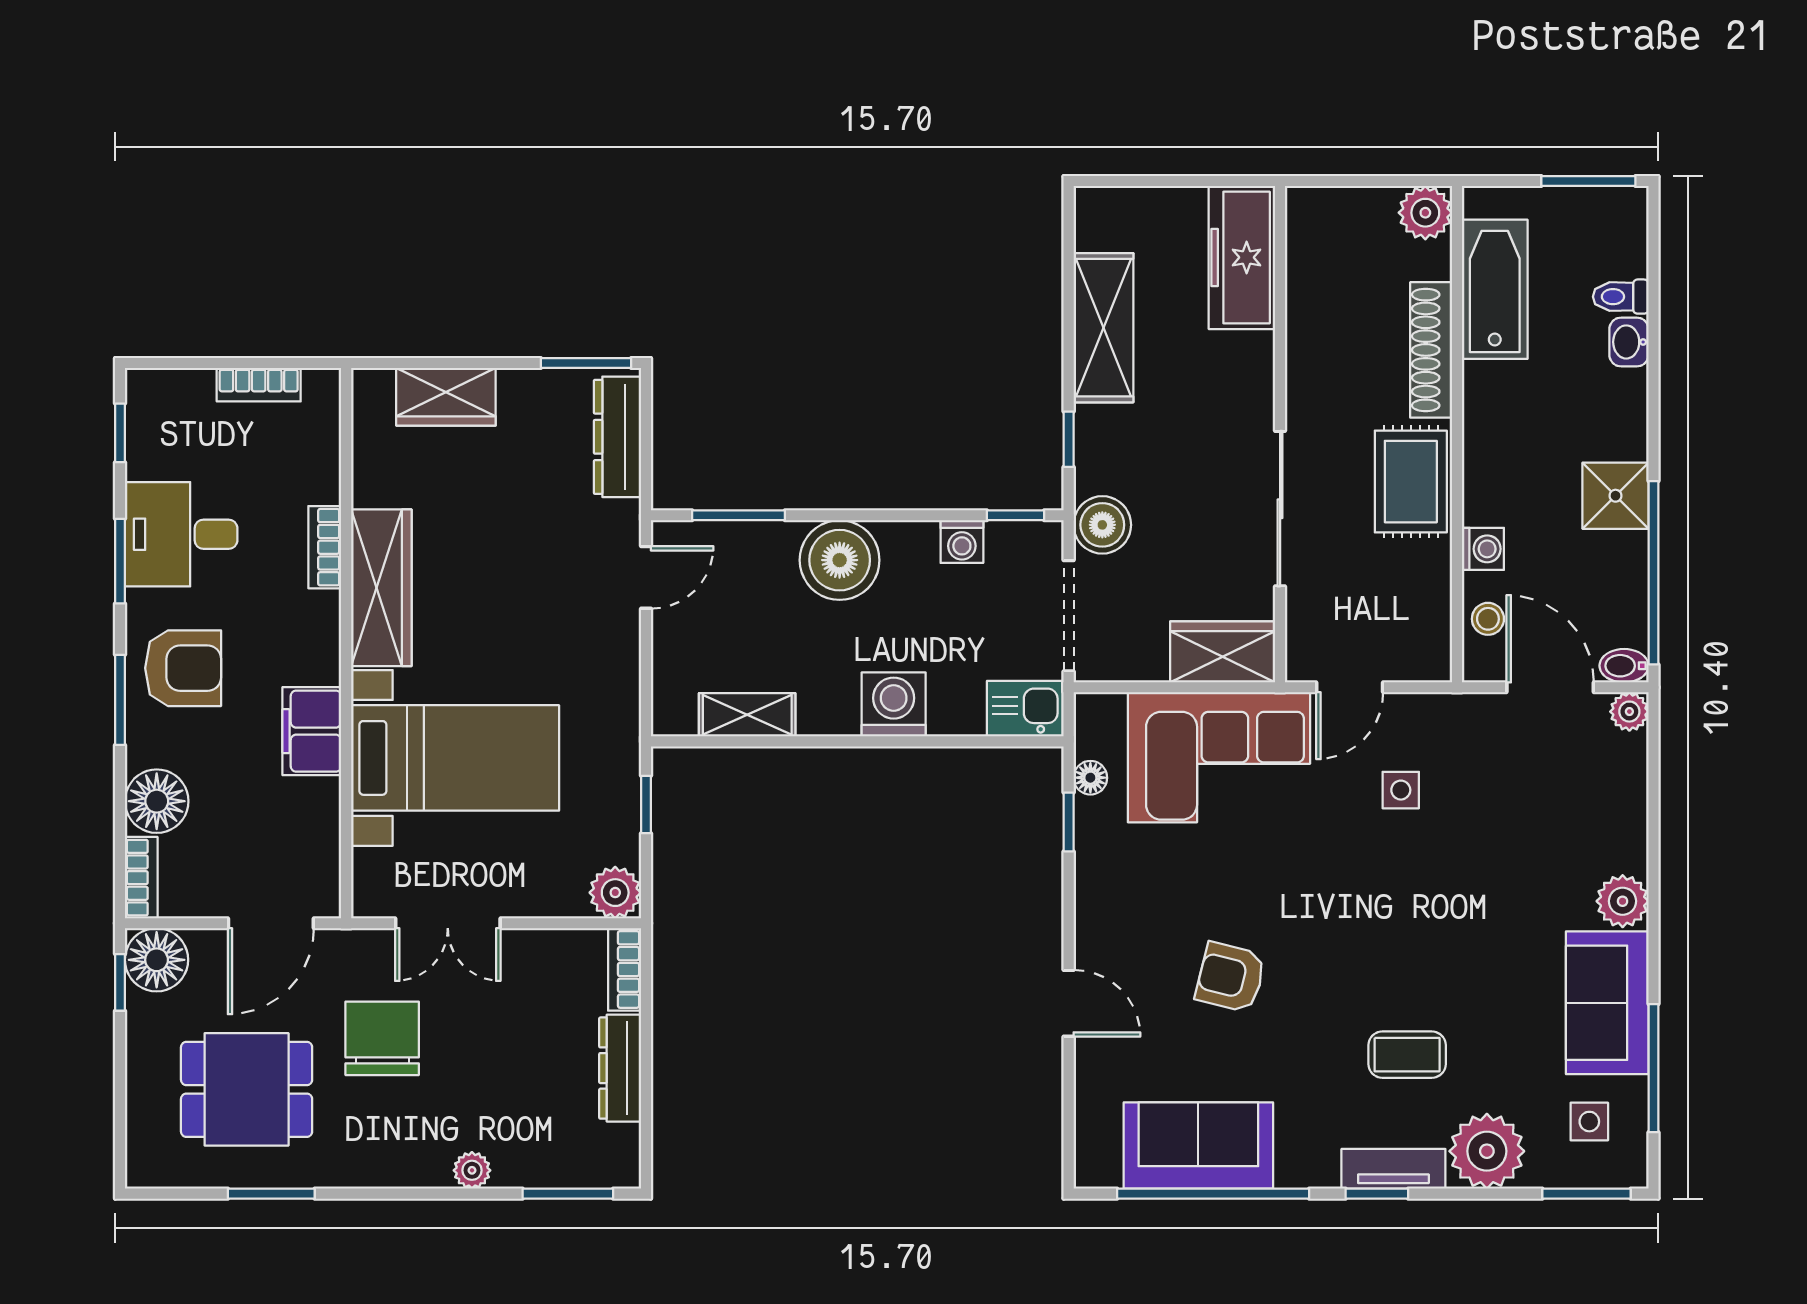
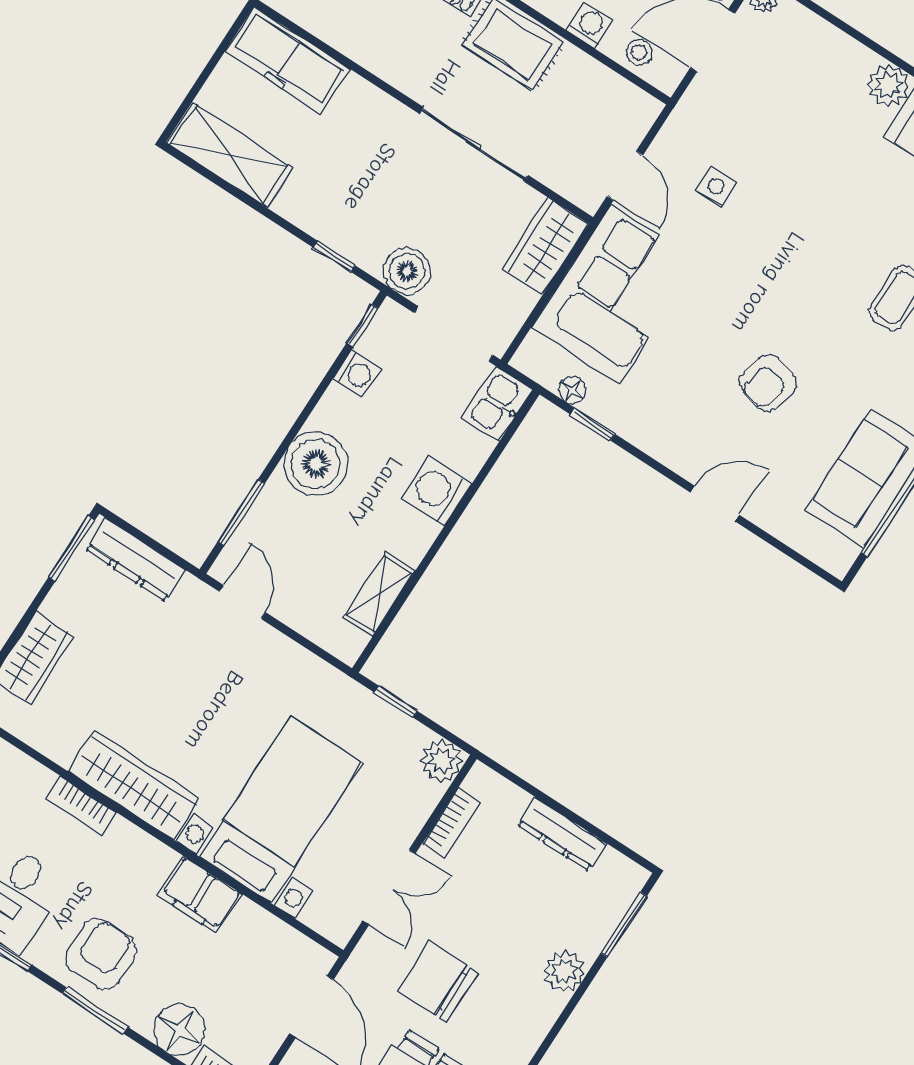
shelving: (1103, 328) -> (229, 155), moved
bookcase: (625, 969) -> (452, 822), moved, turned -90
plant: (472, 1170) -> (565, 971), width x1.38, depth x1.38

